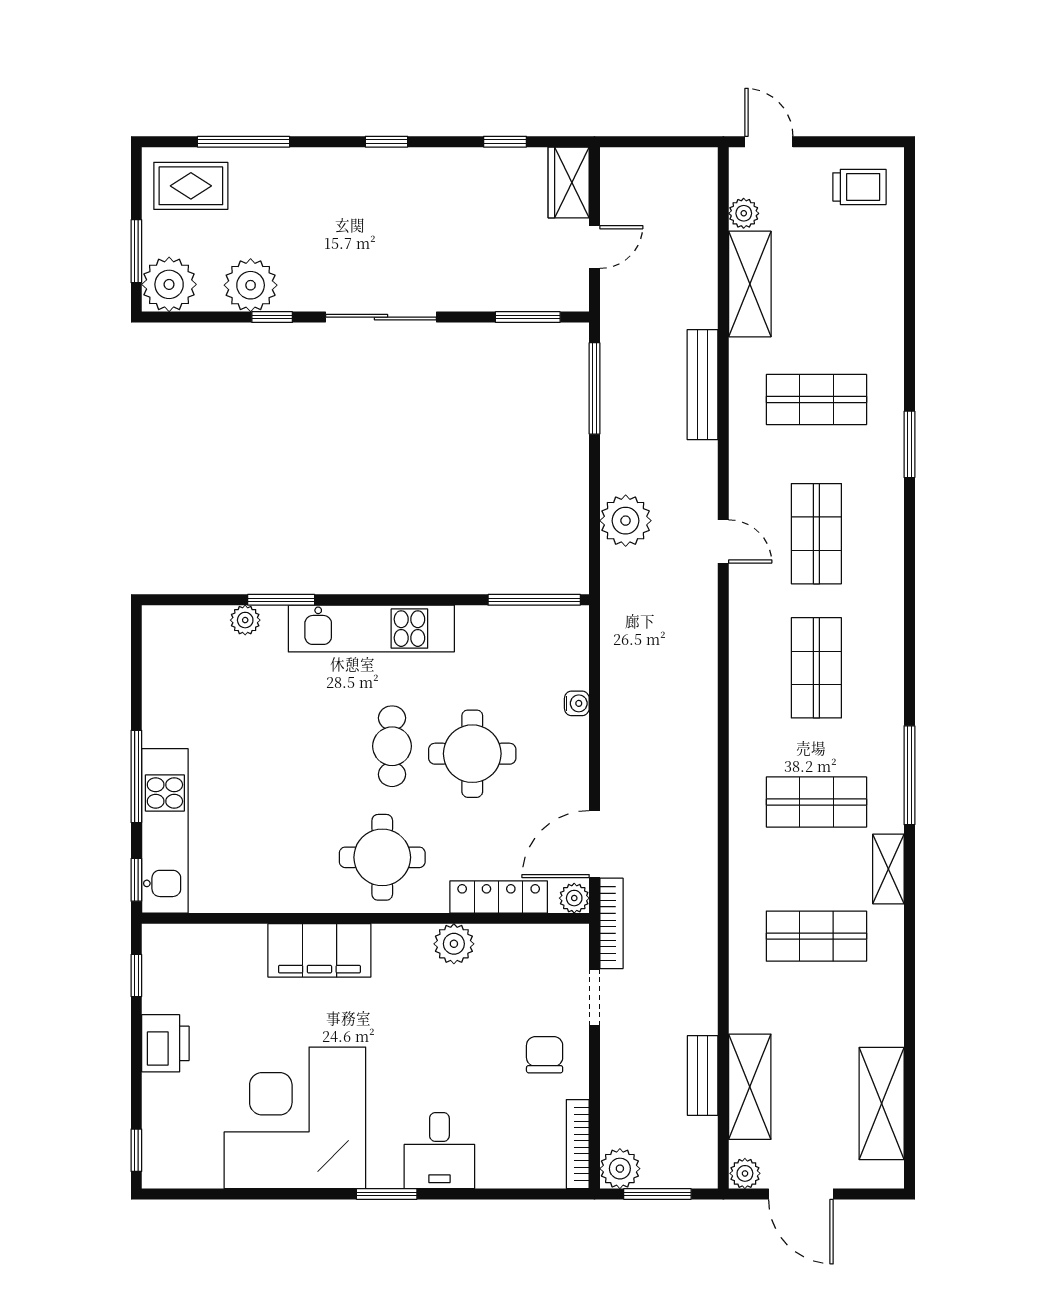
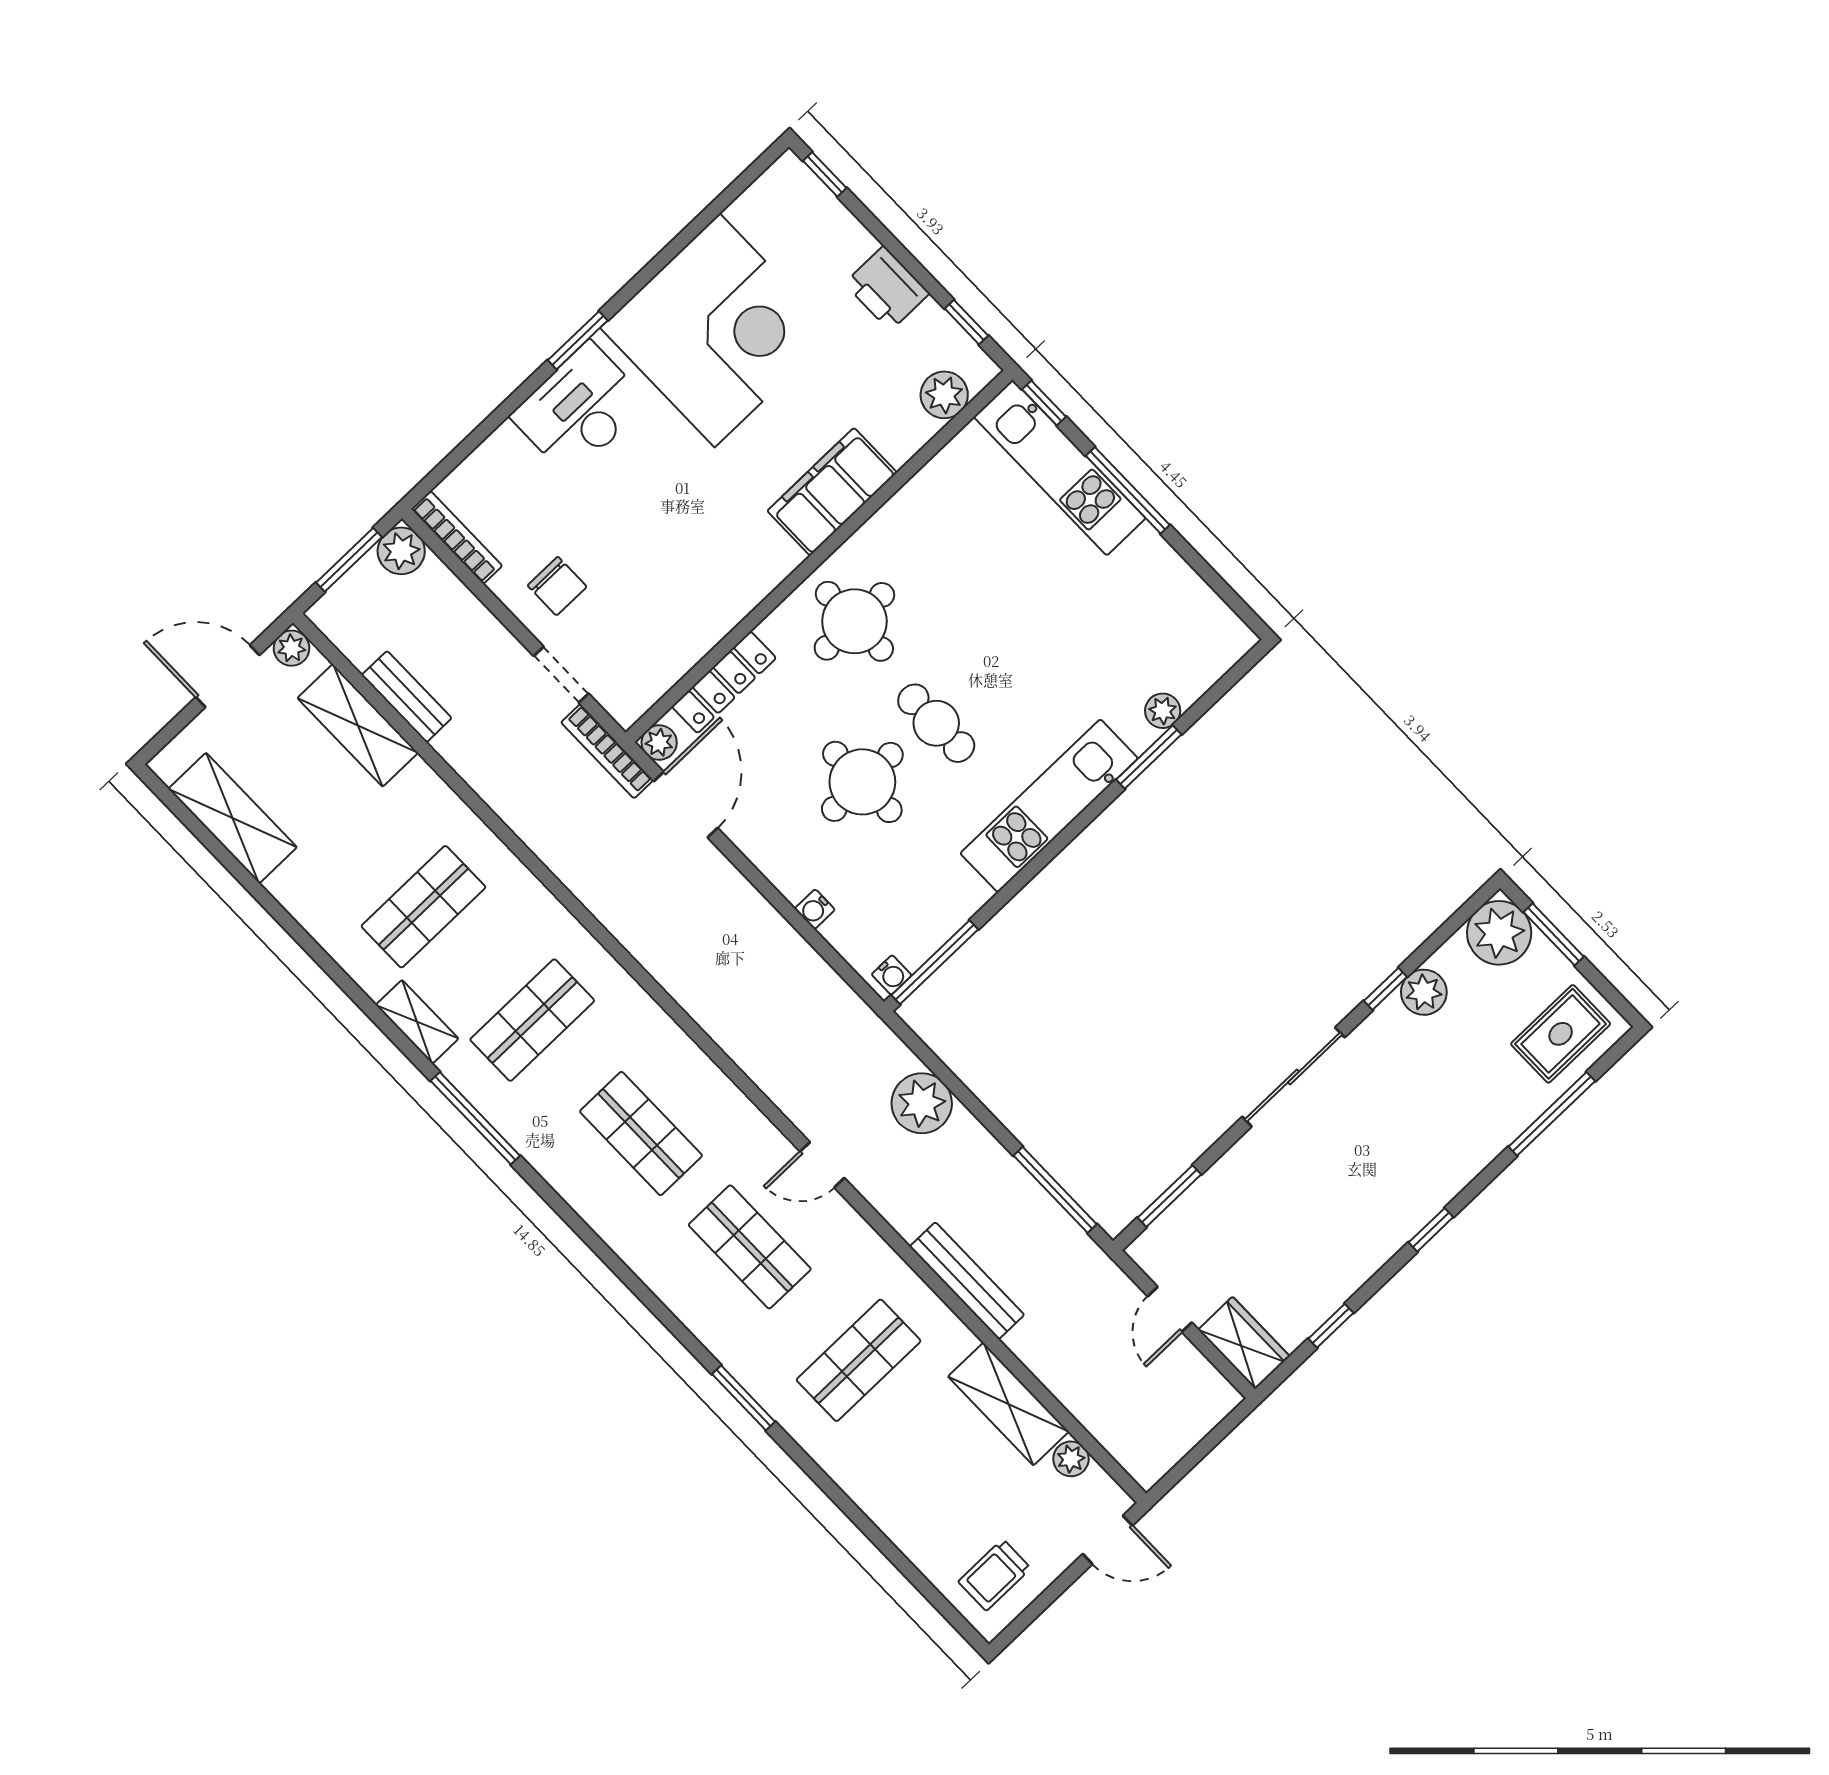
plant: (251, 285) -> (1424, 992), width x0.73, depth x0.73
water cooler: (568, 618) -> (892, 975), added
plant: (454, 944) -> (944, 395), moved
desk: (439, 1151) -> (579, 409), width x1.37

